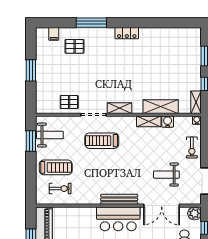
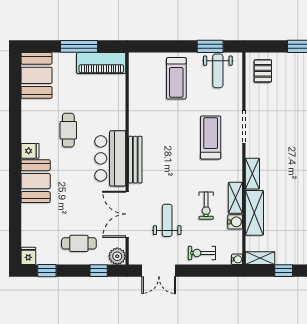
pallet: (69, 102) -> (263, 71), moved
shelving: (119, 108) -> (252, 174), moved
exercise bike: (60, 189) -> (206, 206), moved

